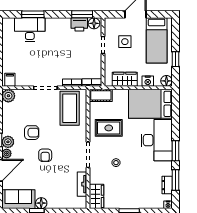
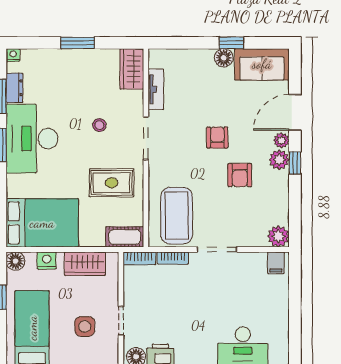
armchair: (32, 133) -> (240, 175), turned -90
desk: (157, 140) -> (32, 139), moved

